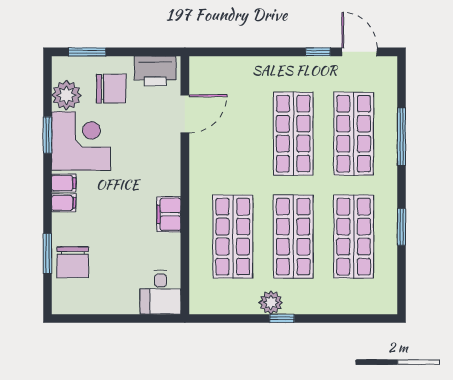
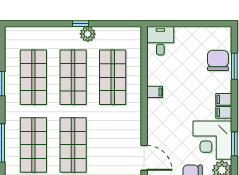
door: (185, 114) -> (144, 158), swing flipped
filing cabinet: (169, 214) -> (155, 92), width x0.50

